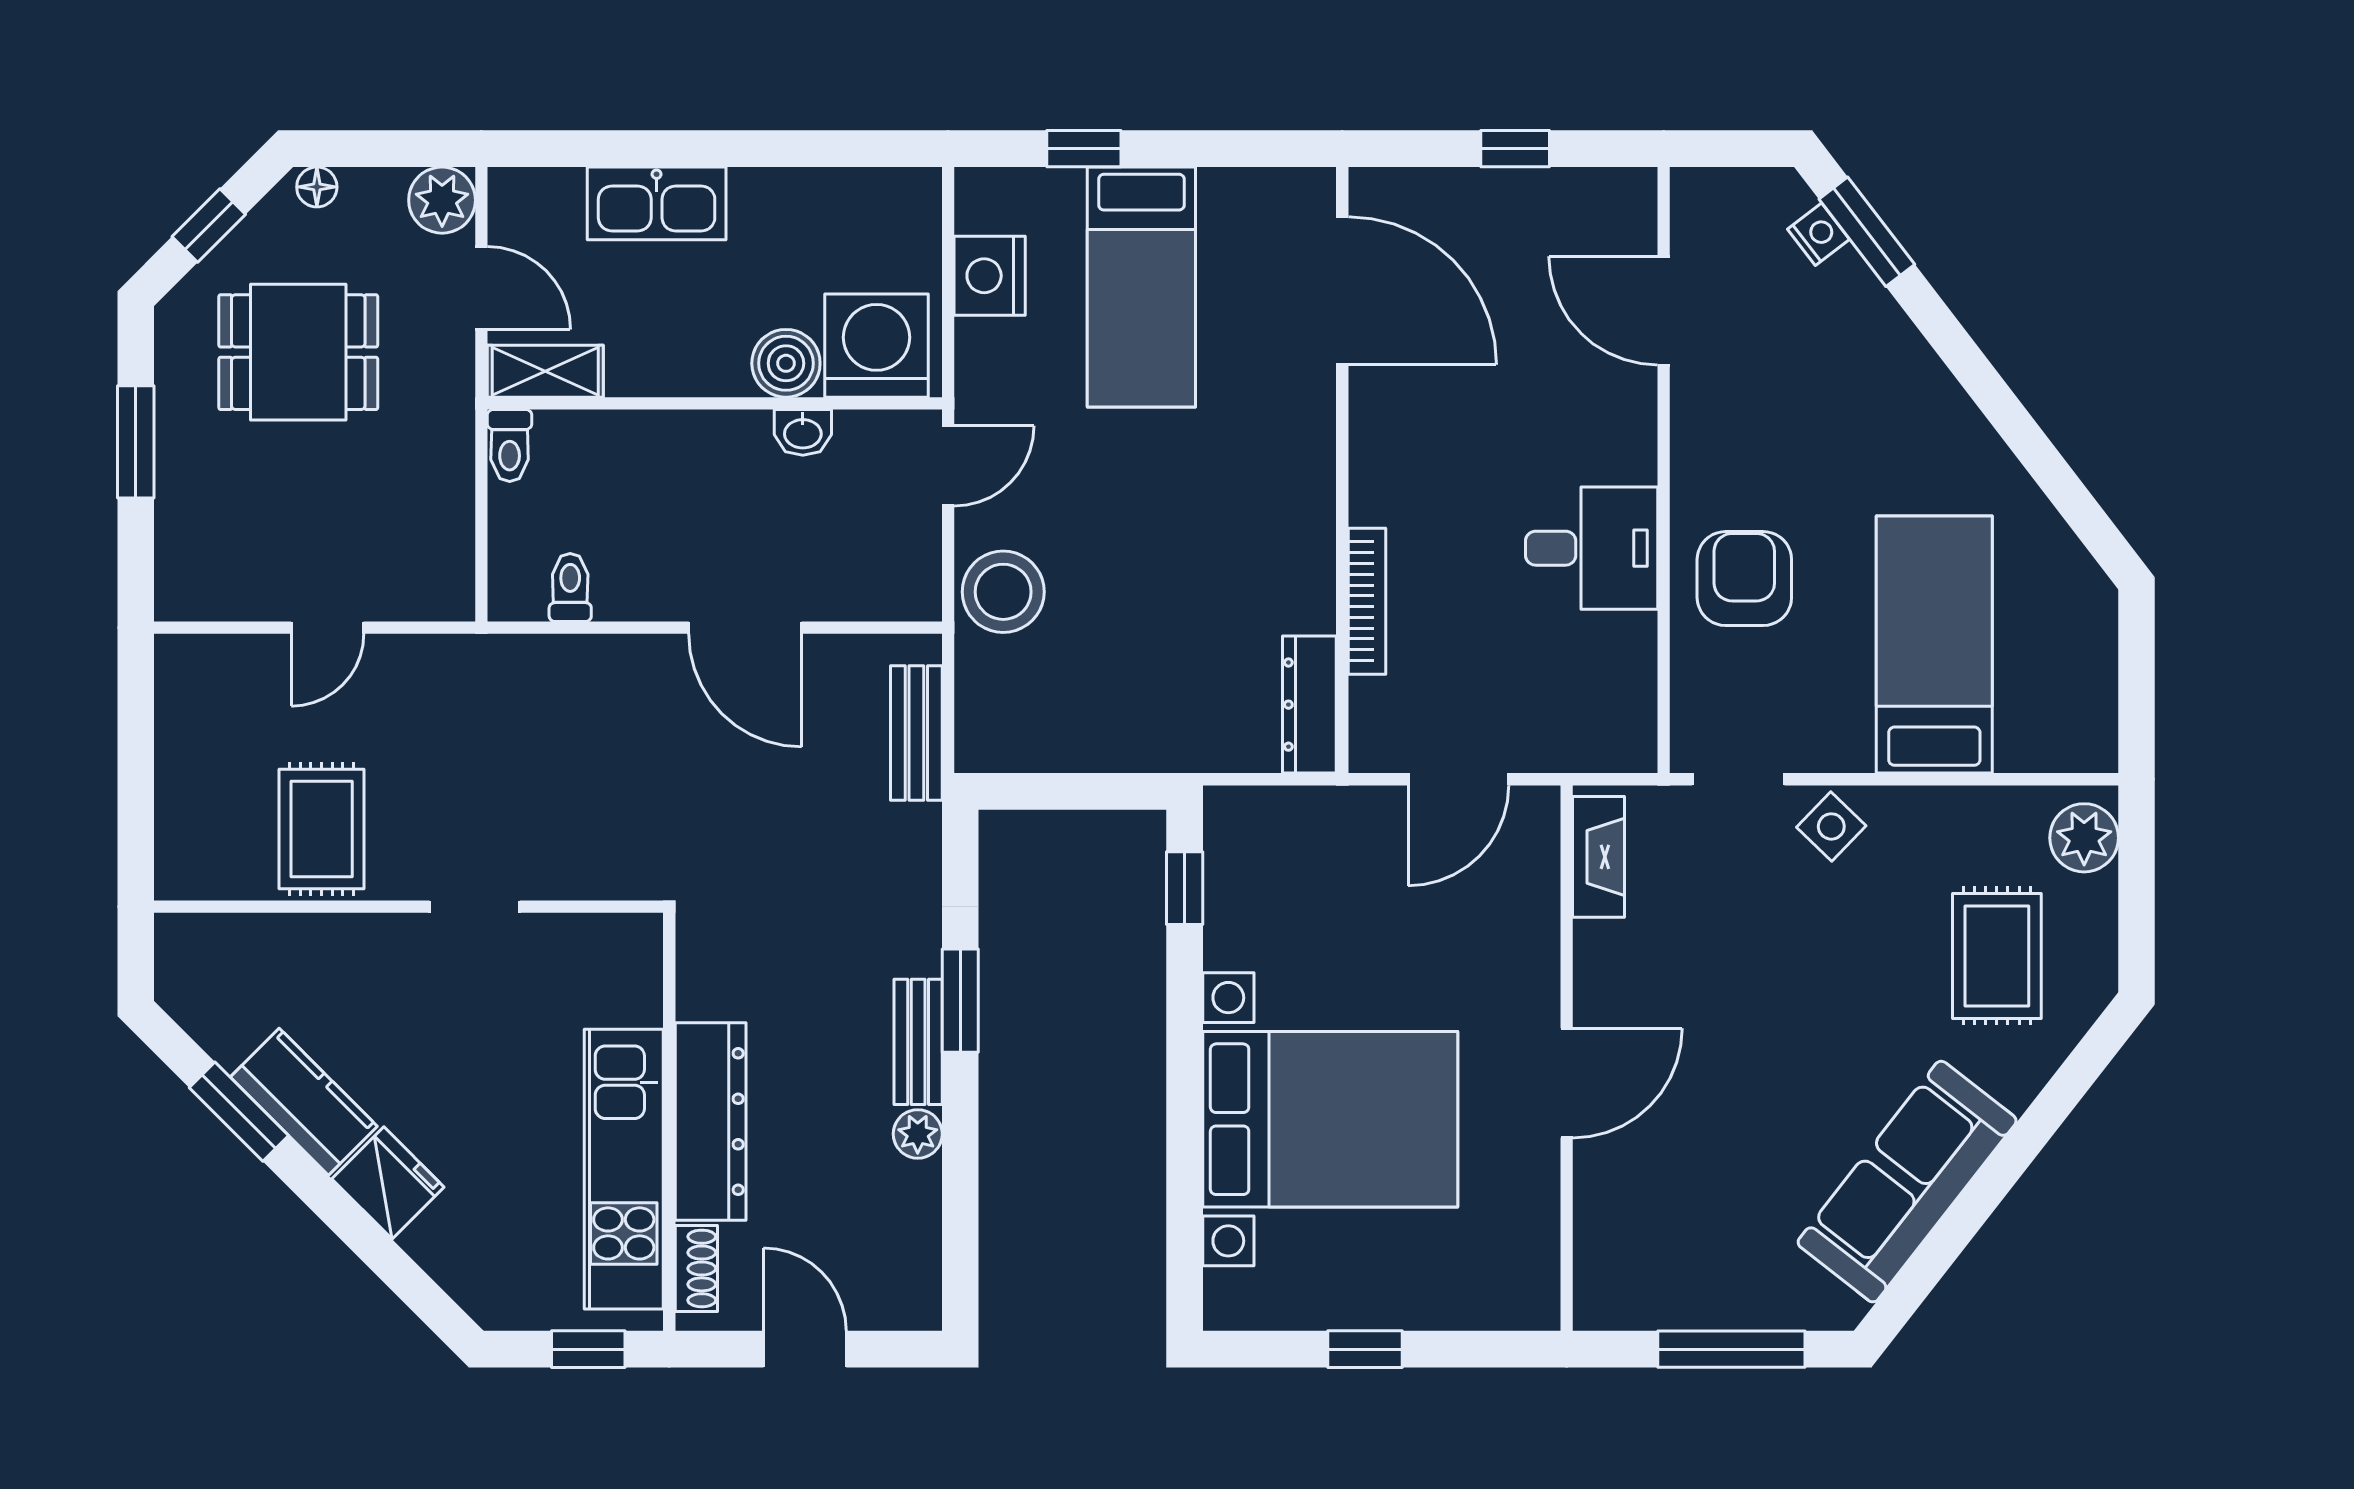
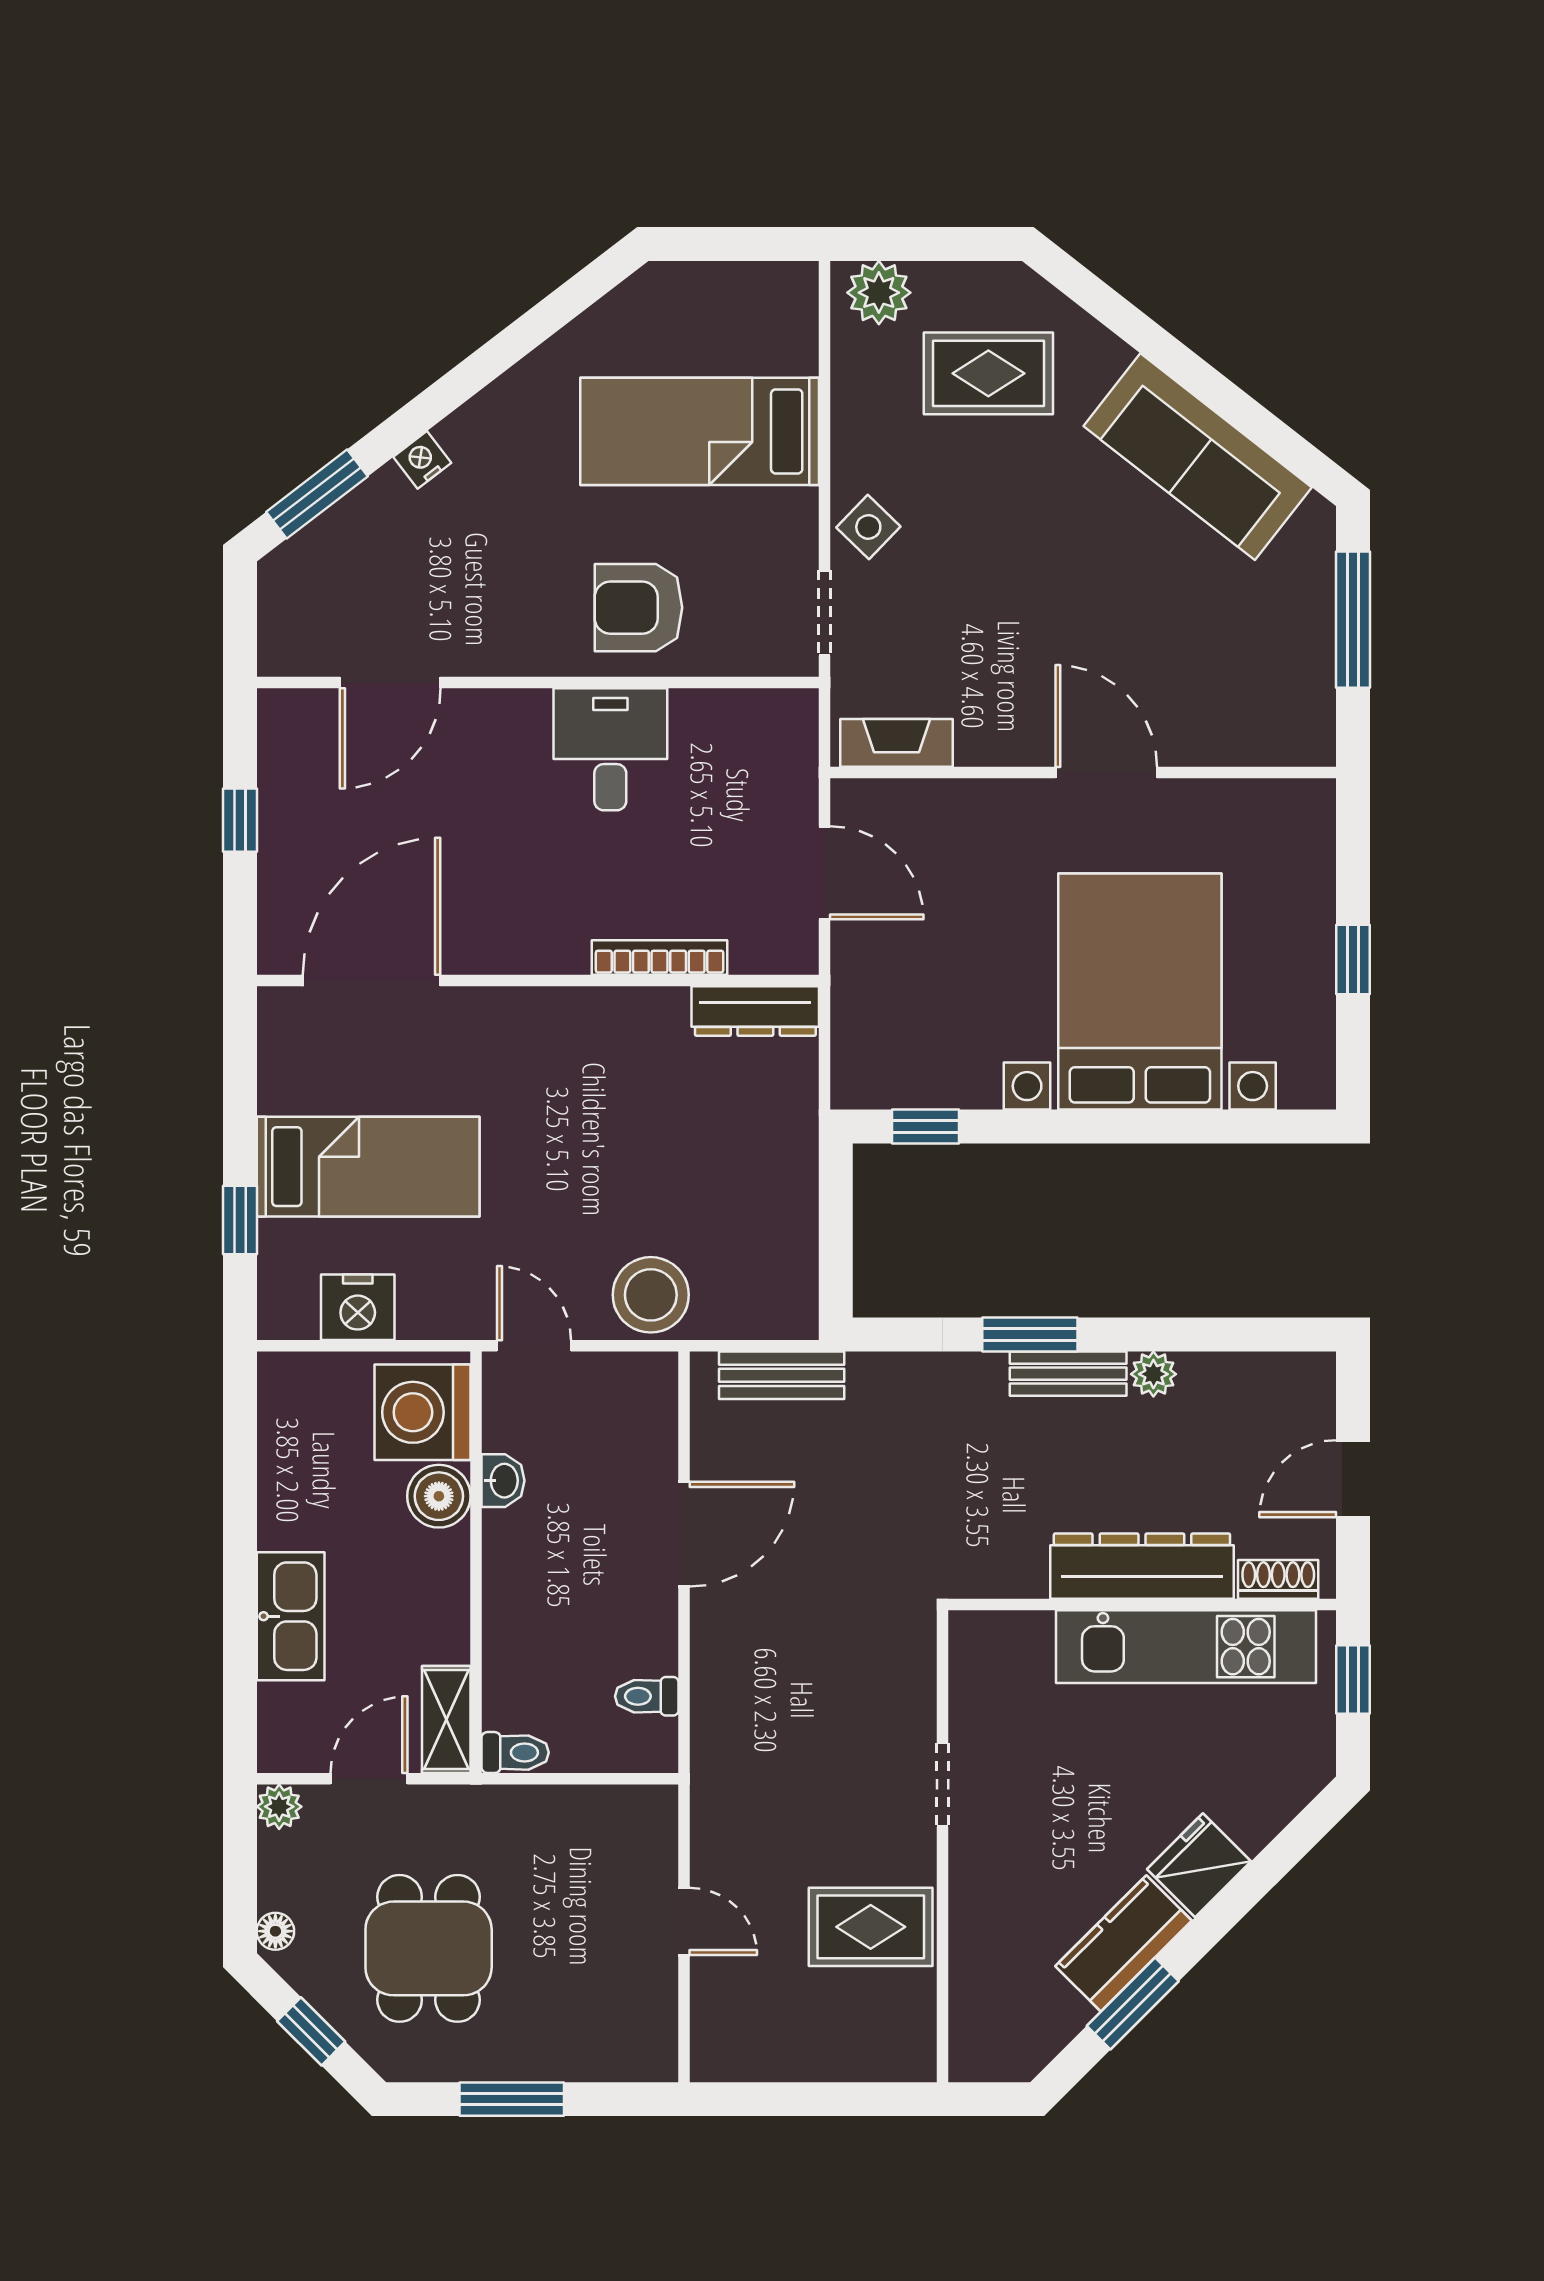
plant: (442, 200) -> (279, 1807), width x0.73, depth x0.73
nightstand: (1819, 234) -> (422, 460), moved

